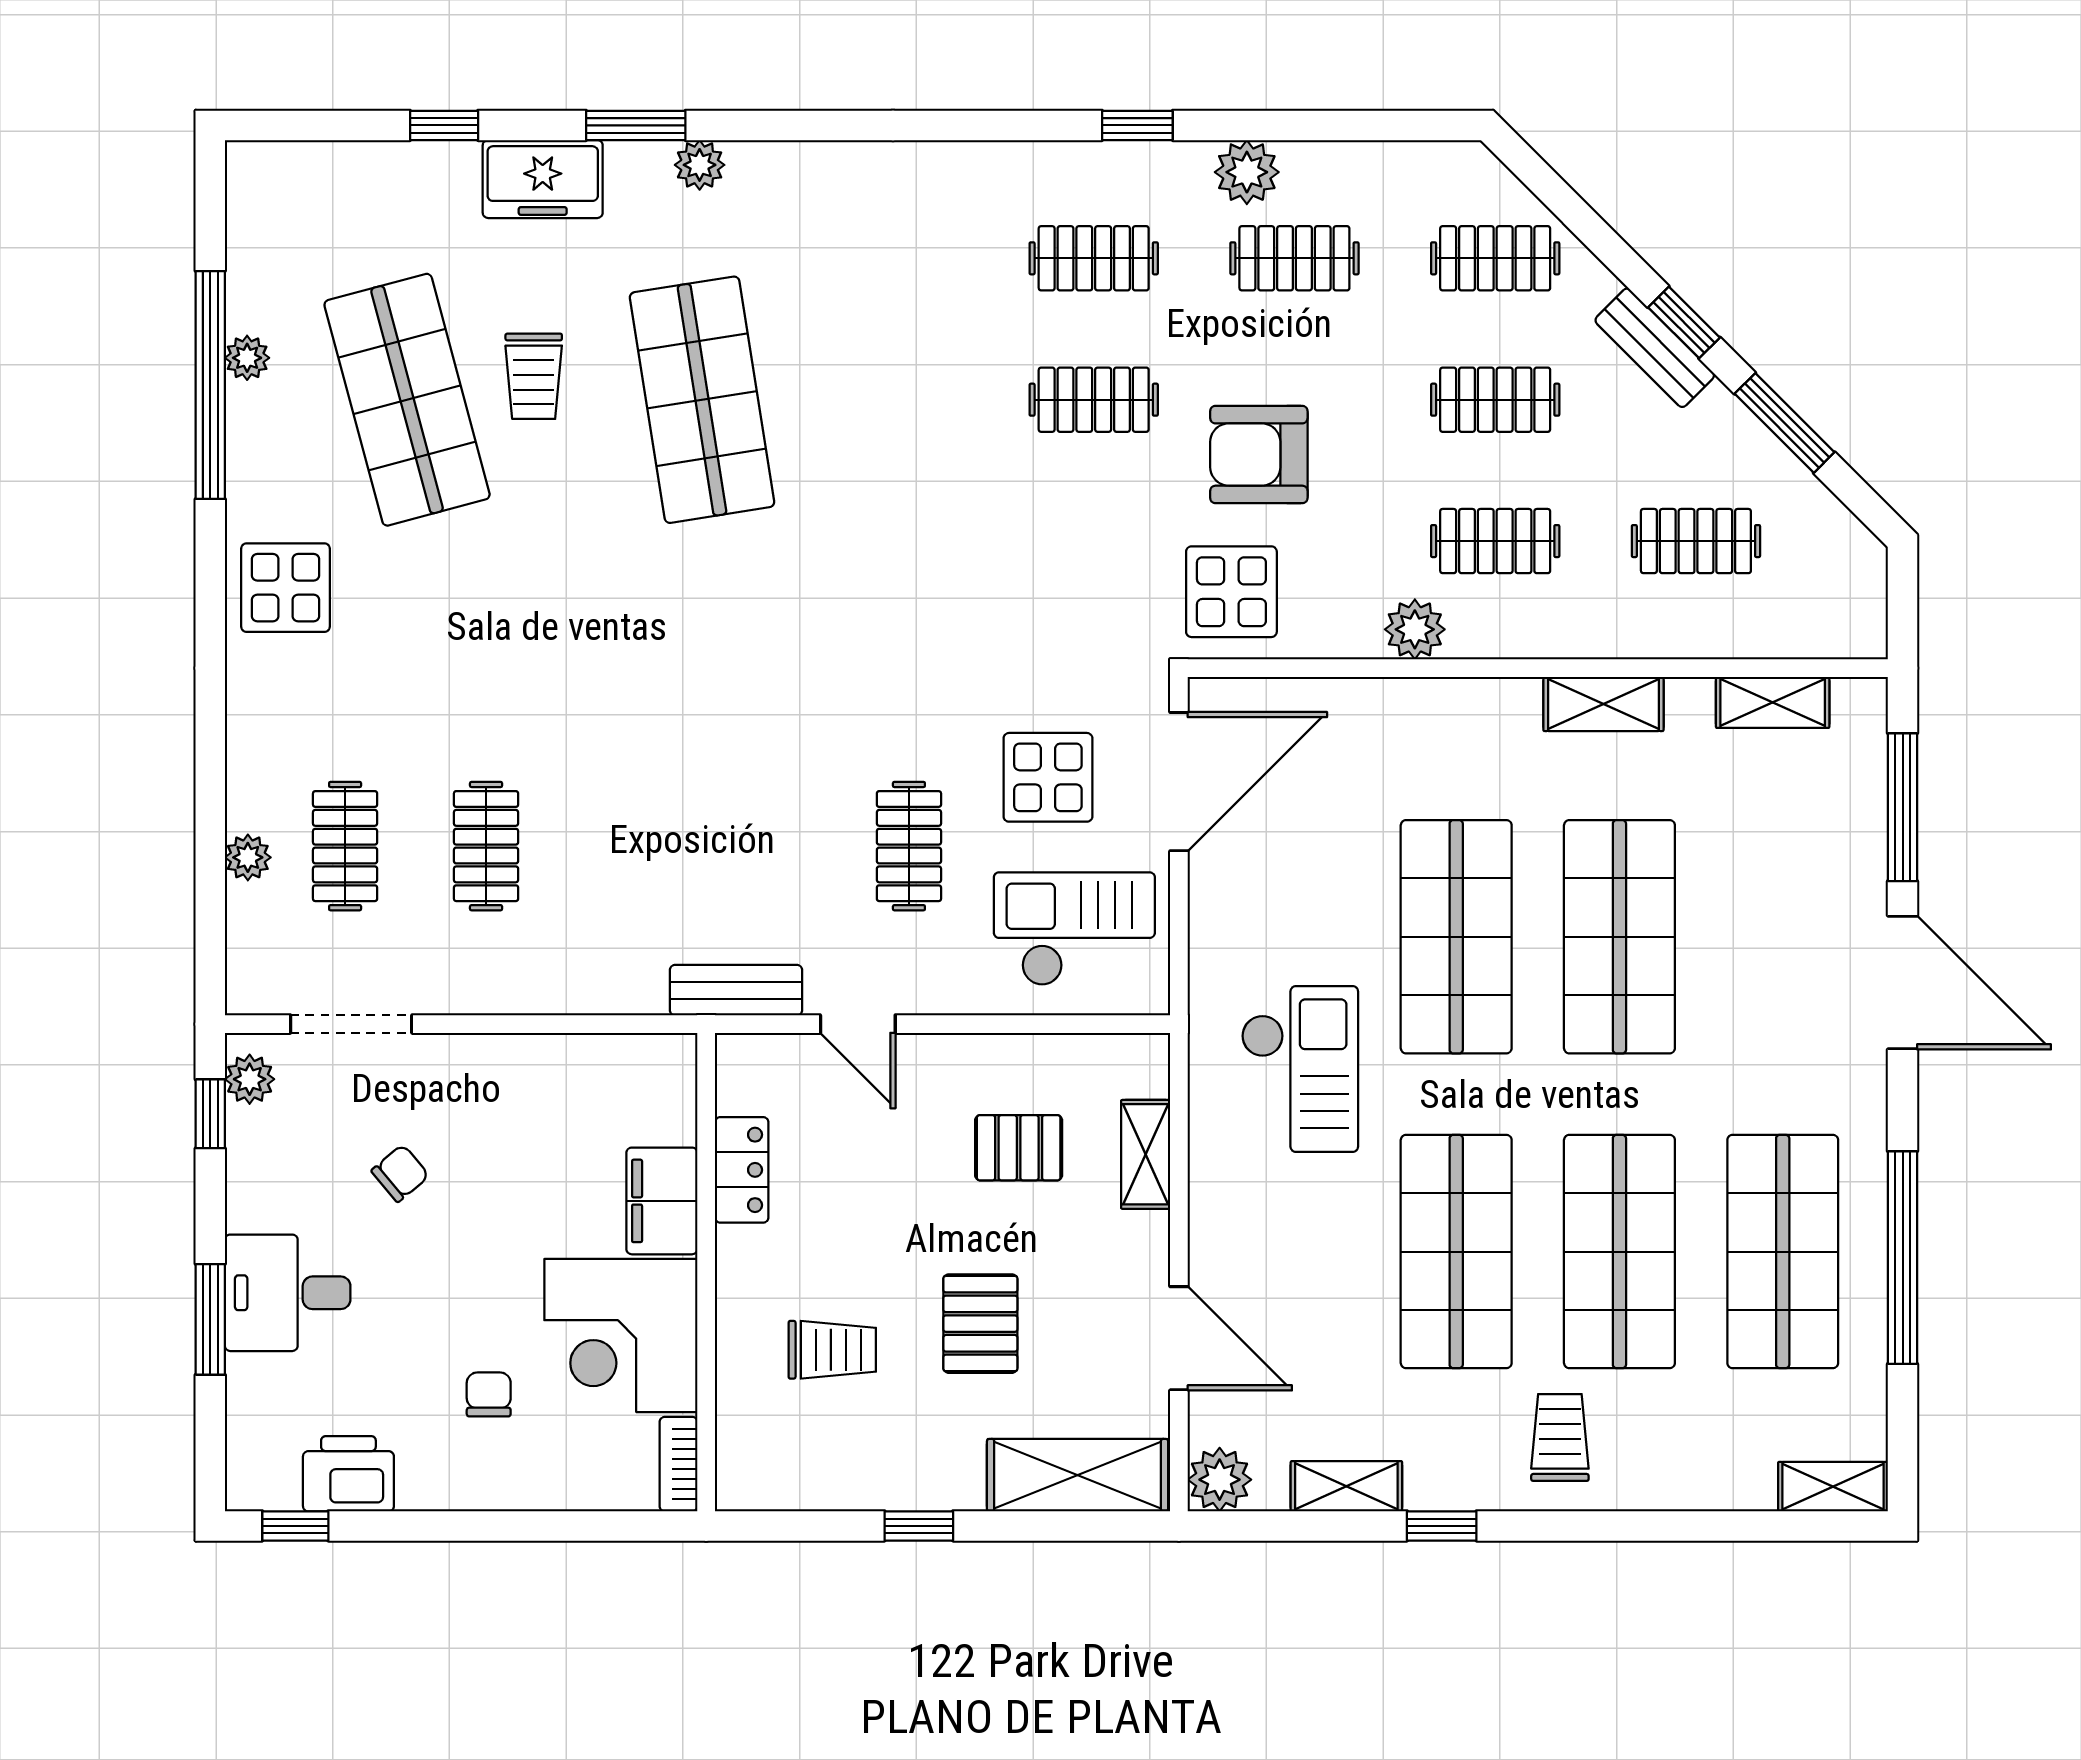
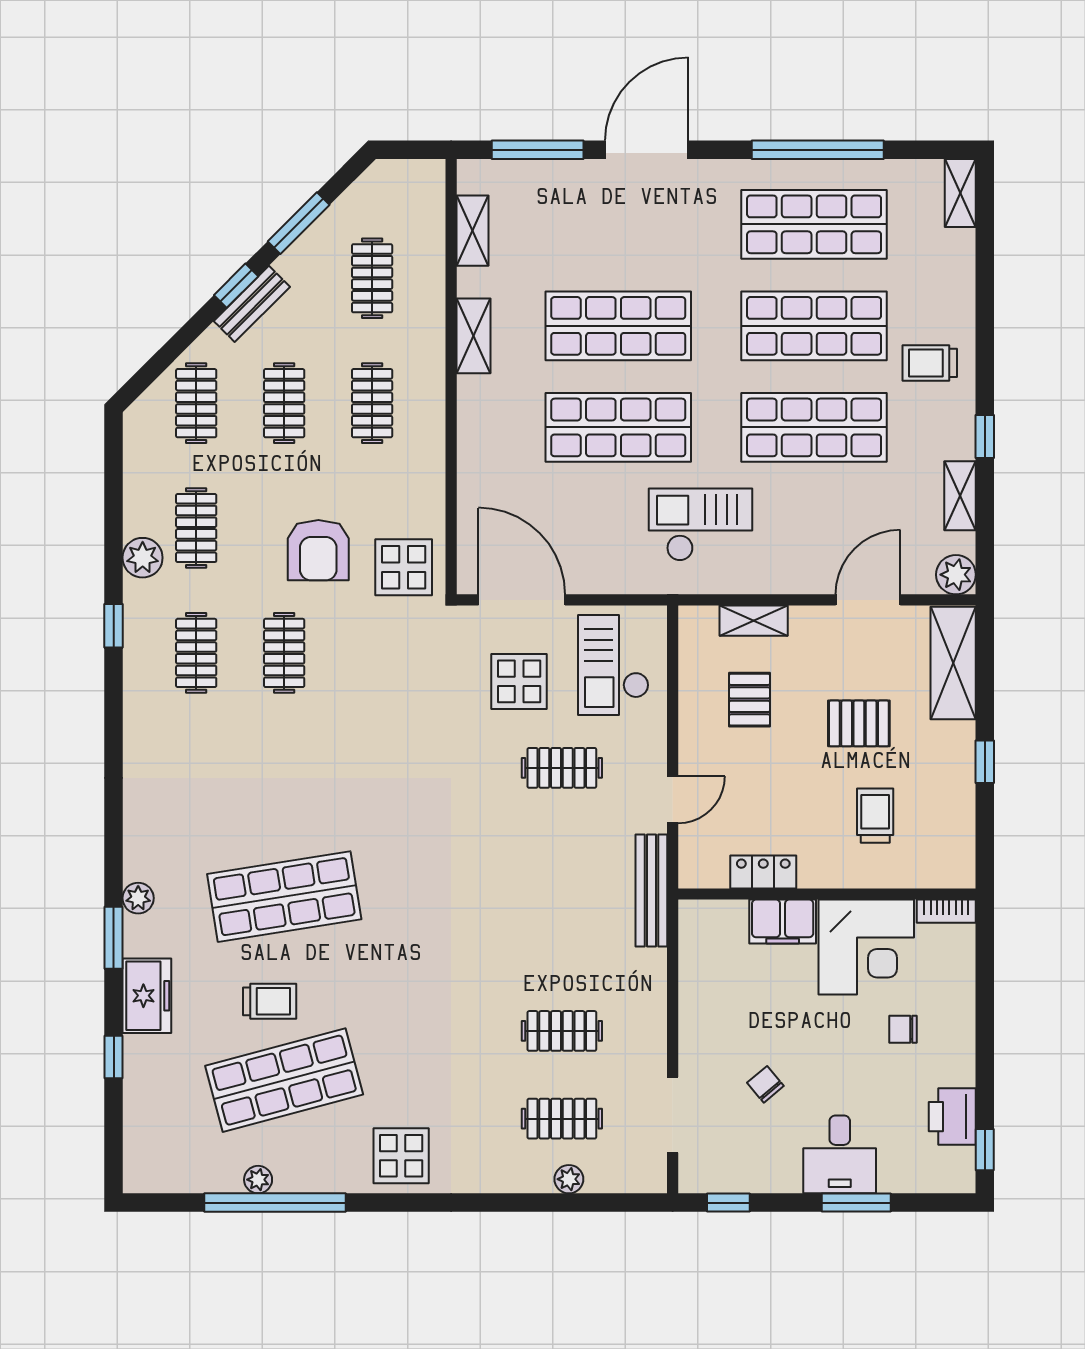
plant: (1415, 629) -> (427, 453), removed
bench: (736, 990) -> (651, 890), width x1.36
plant: (250, 1079) -> (707, 1178), removed

